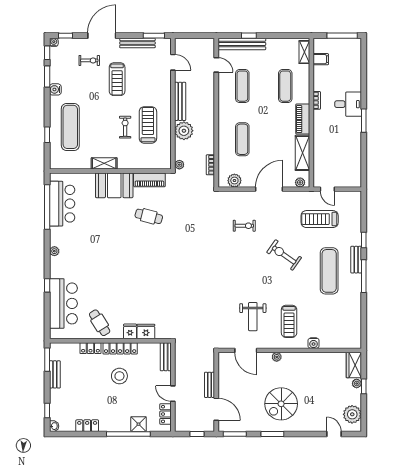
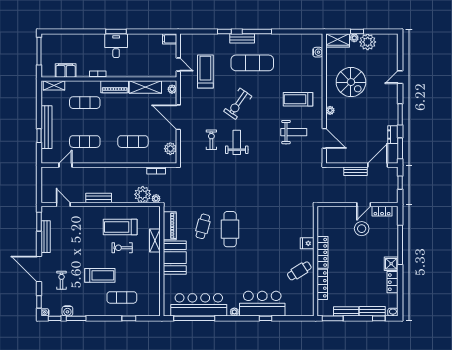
bench: (242, 44) -> (47, 127), moved
filing cabinet: (321, 59) -> (66, 70), width x2.00
door: (173, 62) -> (63, 204), hinge flipped
treadmill: (117, 79) -> (100, 275), moved
water cooler: (55, 89) -> (67, 311), moved
bench: (180, 101) -> (99, 198), width x0.73
desk: (348, 104) -> (116, 46), moved
exercise mat: (70, 127) -> (122, 297), width x0.73, depth x0.69
plant: (184, 131) -> (143, 194), moved
shelving: (104, 163) -> (155, 240), moved
filing cabinet: (356, 180) -> (170, 39), added
door: (327, 189) -> (178, 64), hinge flipped
bar counter: (62, 204) -> (199, 305), width x1.36
treadmill: (320, 219) -> (205, 71), turned 180
cafe table: (146, 246) -> (230, 229), added
weight bench: (241, 254) -> (237, 142), added
bar counter: (63, 303) -> (262, 304), moved
treadmill: (289, 321) -> (298, 99), turned 180
fridge: (146, 331) -> (307, 229), removed
water cooler: (314, 343) -> (318, 52), moved
locker: (90, 348) -> (322, 284), width x1.53
door: (246, 350) -> (324, 138), hinge flipped
bench: (166, 357) -> (372, 311), moved
stool: (119, 376) -> (362, 229), moved
spiral stairs: (281, 404) -> (351, 82), moved
plant: (352, 414) -> (368, 42), moved
shower: (139, 424) -> (391, 264), moved
dresser: (250, 426) -> (393, 135), added
door: (334, 434) -> (400, 77), moved

